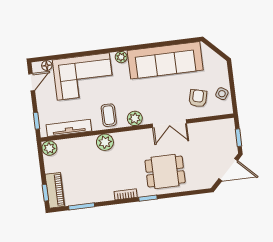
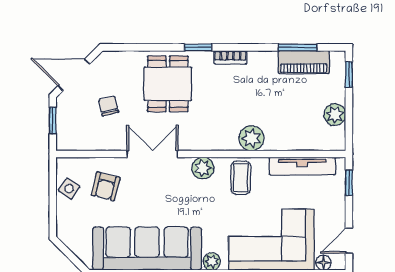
plant: (49, 148) -> (335, 115), moved
chair: (202, 152) -> (109, 106), added
dining table: (165, 172) -> (168, 84), turned 90
piano: (55, 190) -> (304, 62), moved, turned -90

